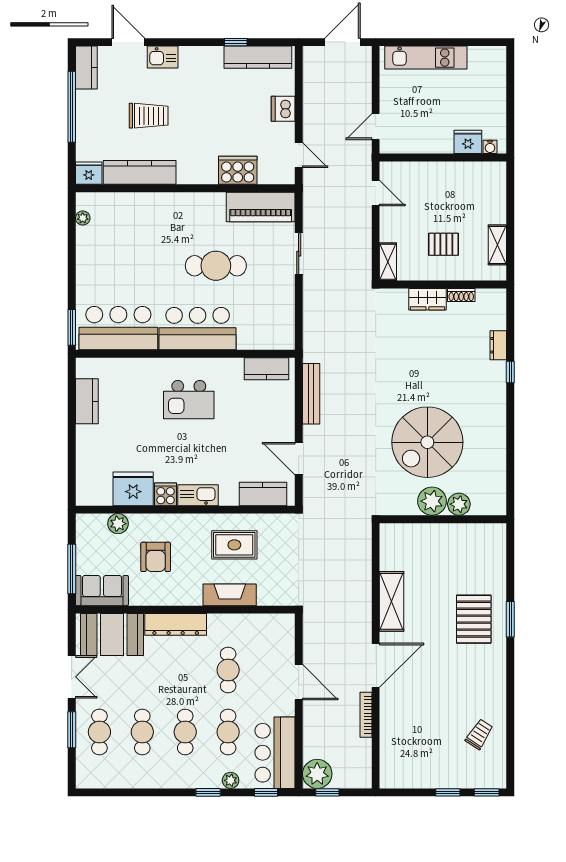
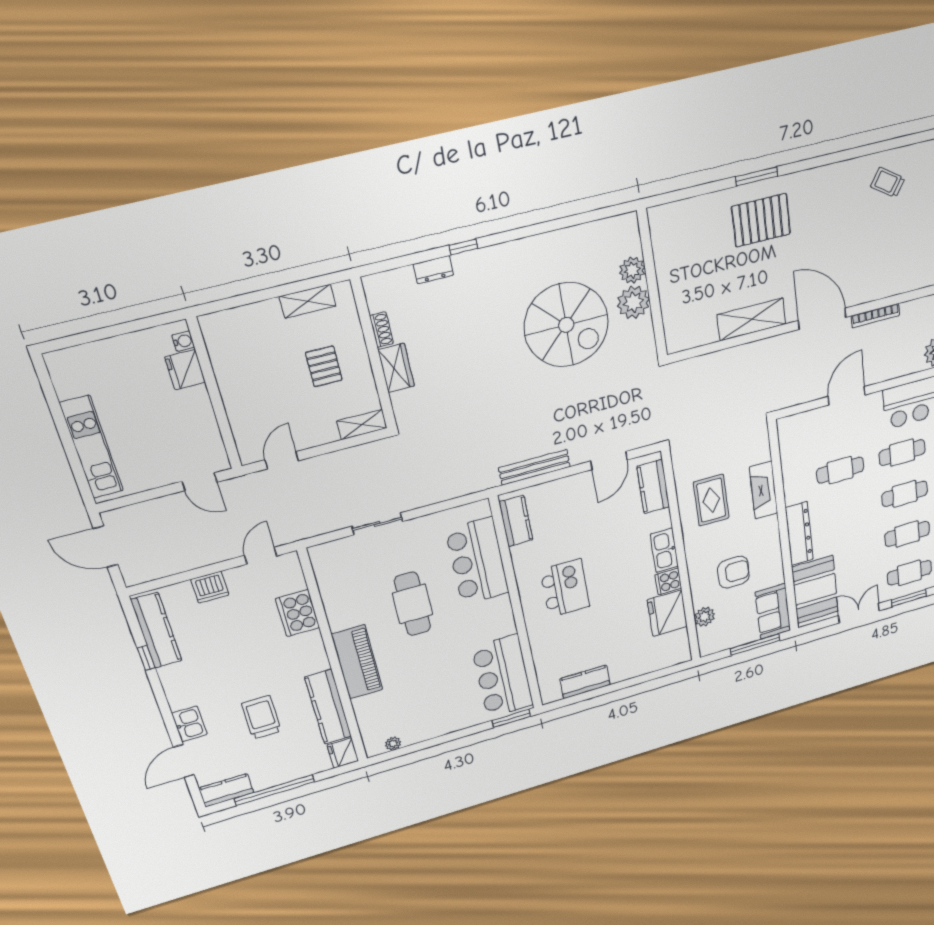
piano: (261, 207) -> (357, 662), moved
bar counter: (198, 329) -> (477, 561), moved

